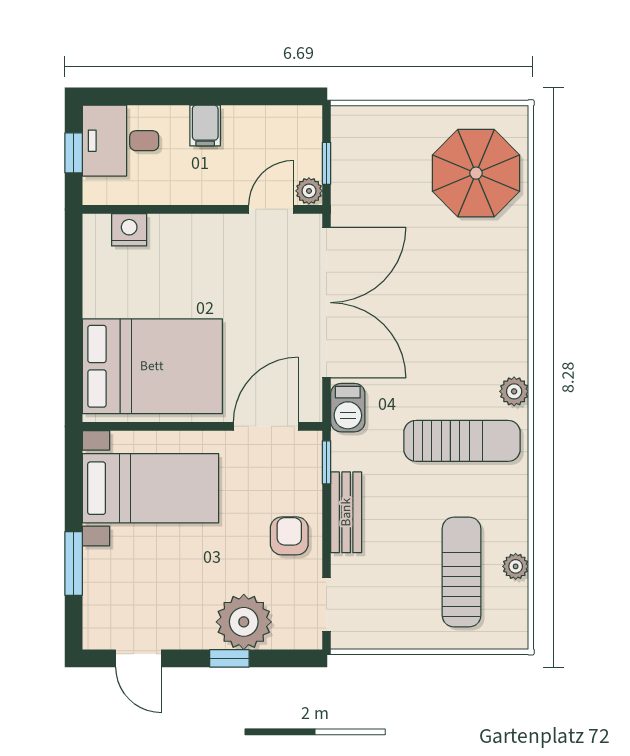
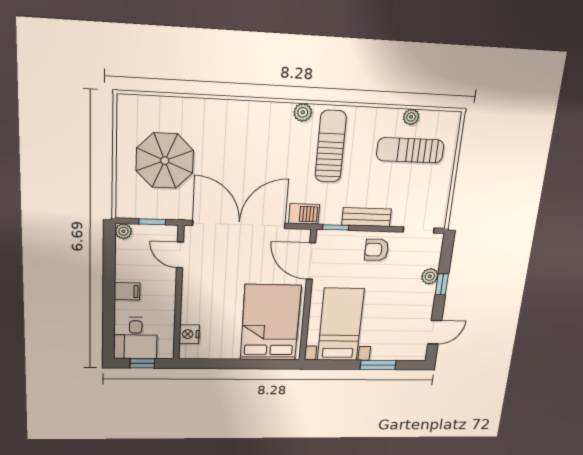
parasol: (476, 173) -> (165, 161), moved
plant: (309, 191) -> (123, 231), moved
plant: (244, 622) -> (430, 276), width x0.53, depth x0.53

